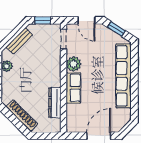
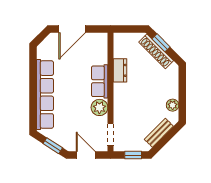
dresser: (55, 103) -> (120, 70), width x0.70
window: (17, 123) -> (161, 43), added

